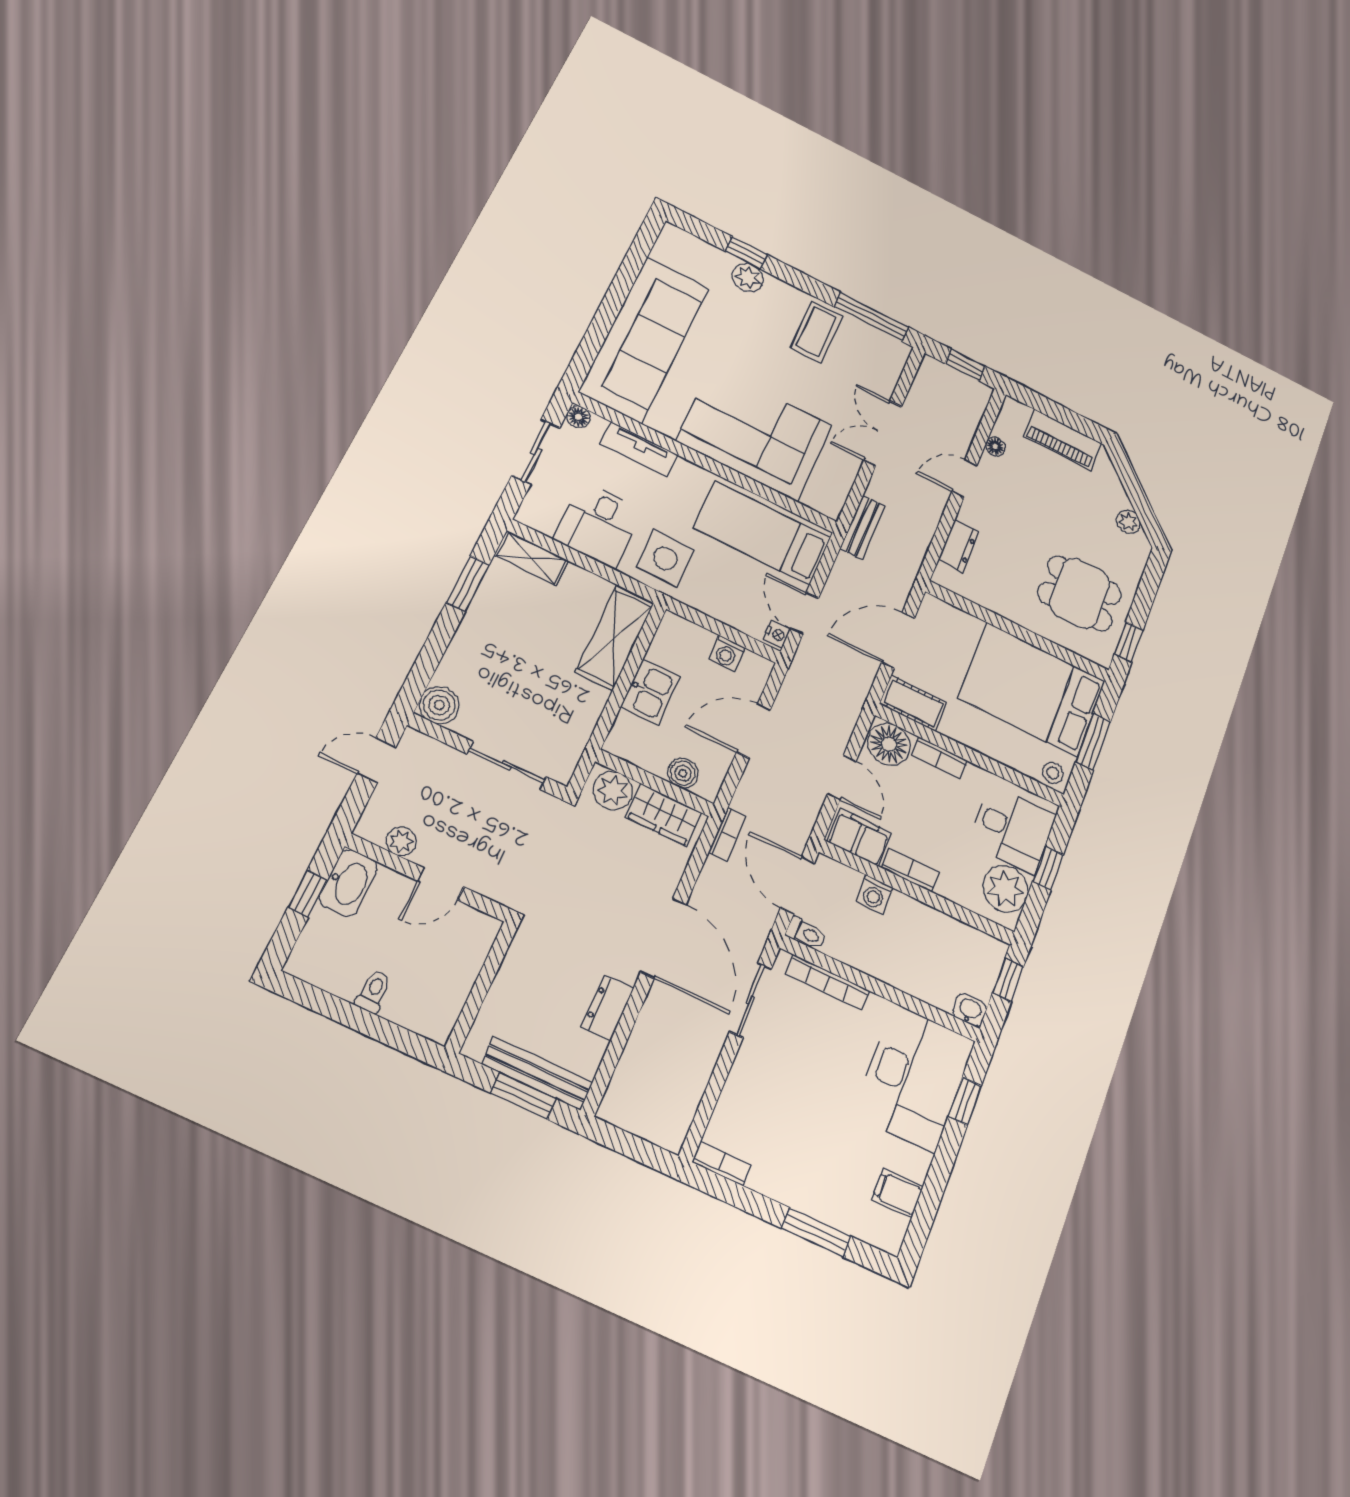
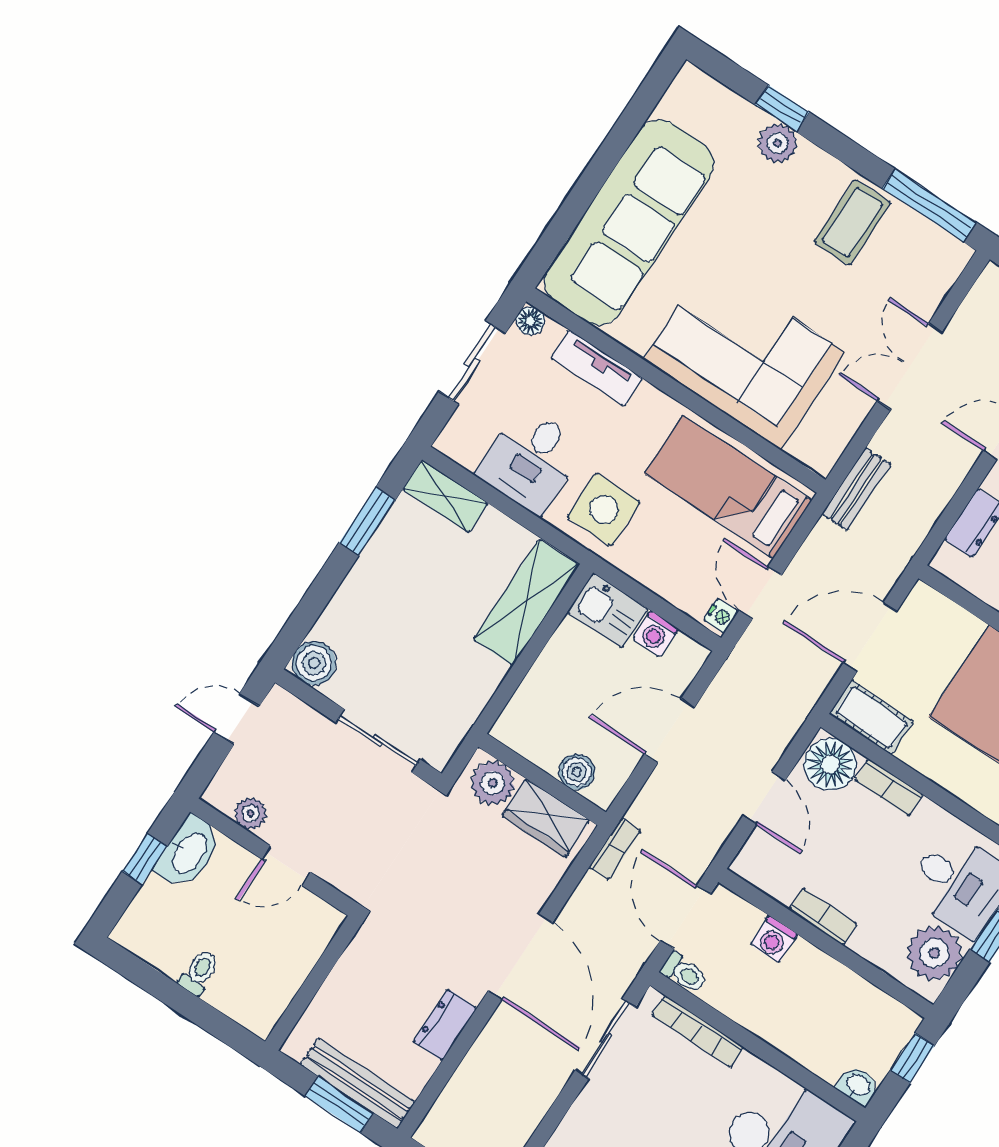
kitchen sink: (650, 692) -> (607, 610), moved, turned 90
filing cabinet: (859, 837) -> (770, 871), removed

